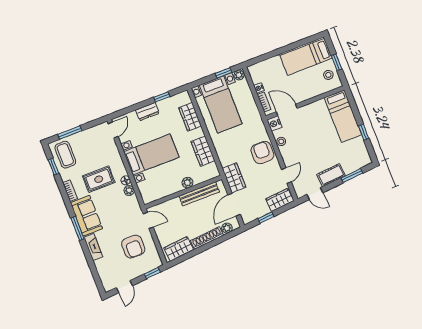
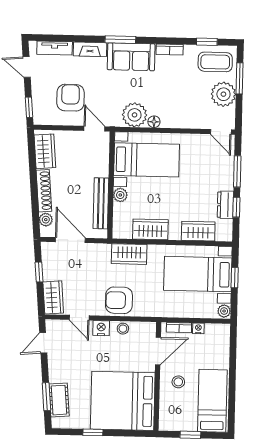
window: (223, 73) -> (235, 278), moved
stool: (328, 75) -> (178, 382), moved
window: (136, 107) -> (237, 171), added
dresser: (147, 112) -> (225, 205), moved
bed: (343, 116) -> (123, 401), width x2.04
nightstand: (274, 123) -> (101, 328), moved
plant: (86, 139) -> (223, 94), added
armchair: (262, 153) -> (119, 300), turned 180
bed with nightstands: (151, 154) -> (147, 160), moved, turned -90
cot: (331, 175) -> (59, 400), moved
wardrobe: (234, 178) -> (129, 254), moved
rug: (99, 179) -> (169, 90), removed
plant: (129, 190) -> (135, 115), width x1.87, depth x1.87
door: (148, 220) -> (94, 129), swing flipped
armchair: (133, 247) -> (70, 98), turned 90
tv unit: (103, 272) -> (55, 48), added

